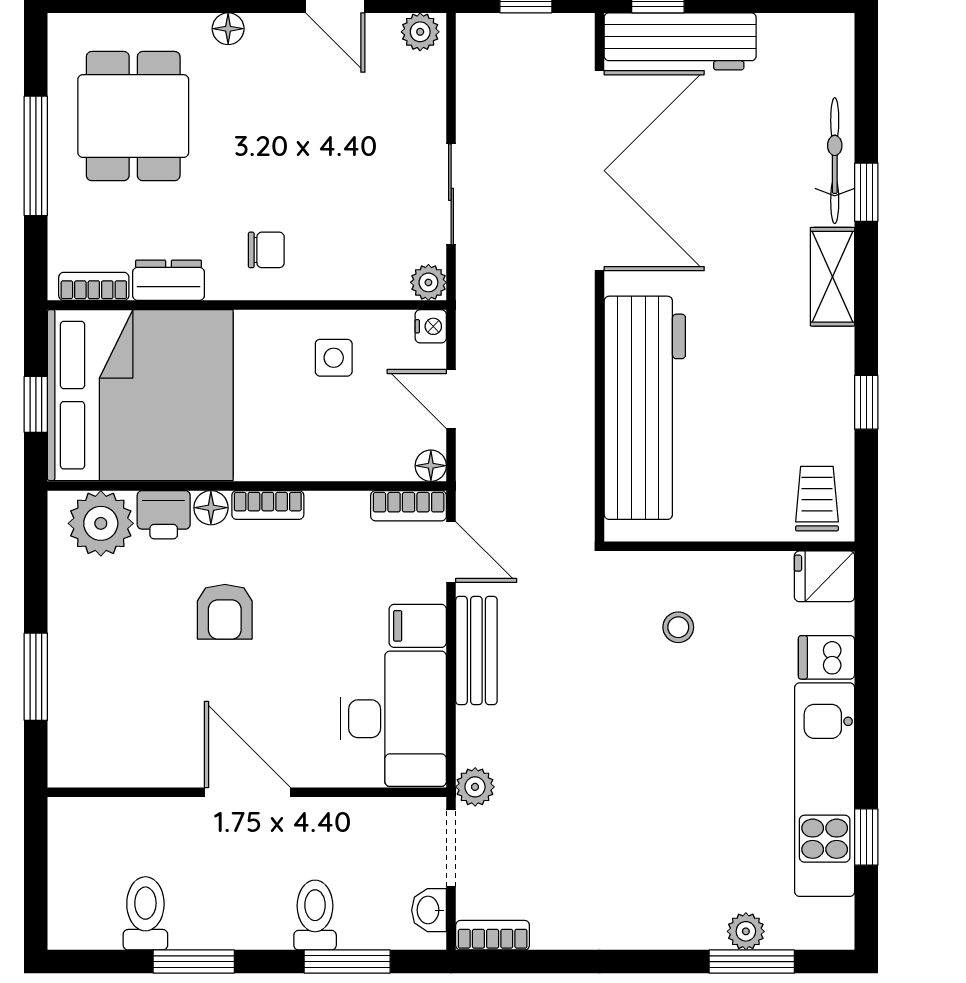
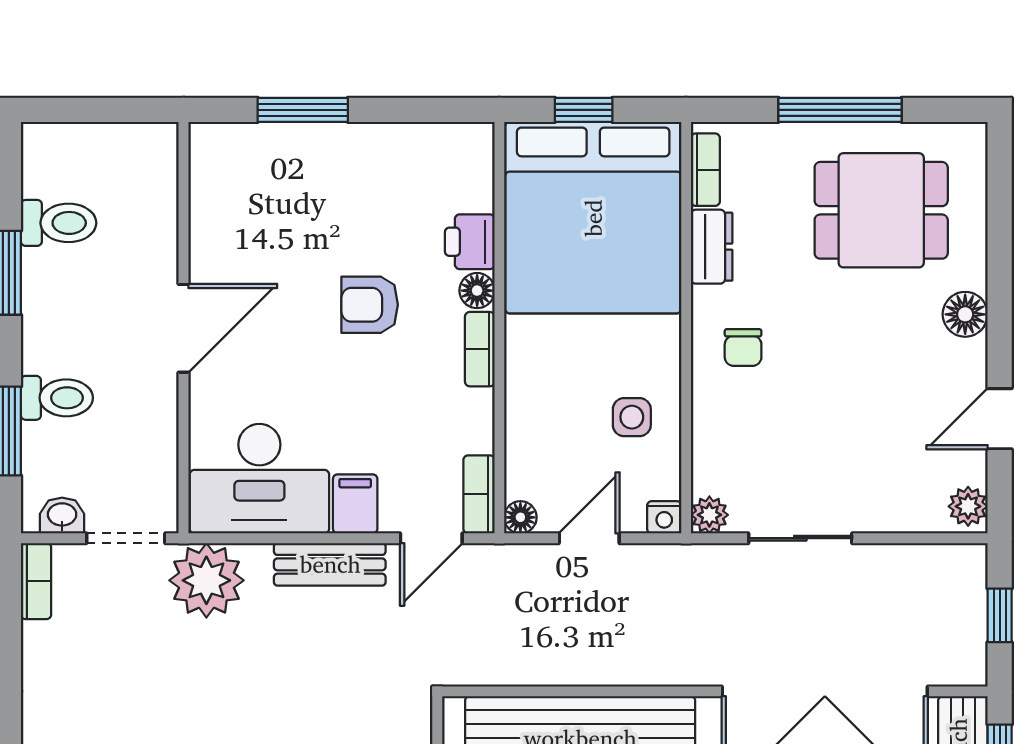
floor lamp: (228, 29) -> (965, 314), width x1.37, depth x1.37
plant: (101, 523) -> (461, 177), removed
plant: (475, 787) -> (206, 580), width x1.87, depth x1.87

